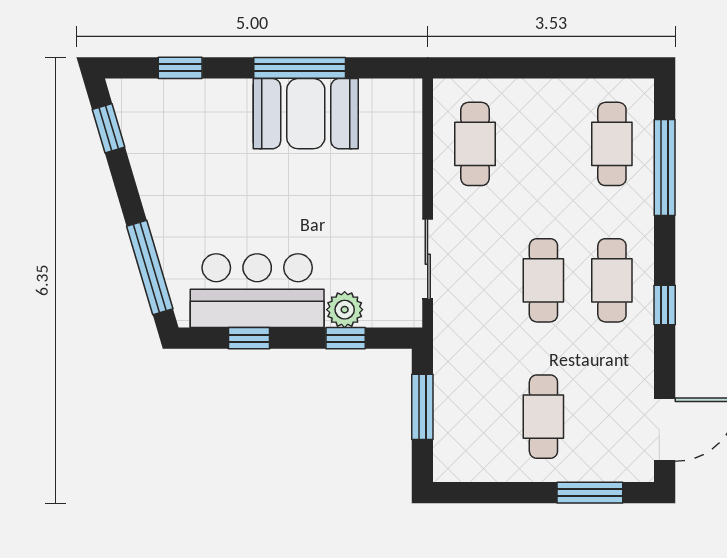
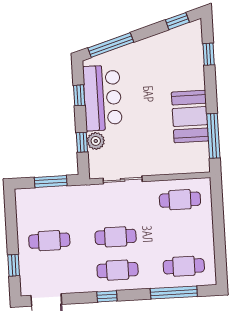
window: (300, 68) -> (213, 136), moved
window: (590, 493) -> (14, 265), width x0.67

